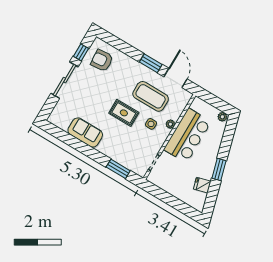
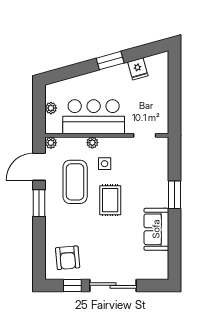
plant: (187, 96) -> (51, 143), added
plant: (222, 117) -> (51, 108), moved
window: (118, 169) -> (174, 195), moved

